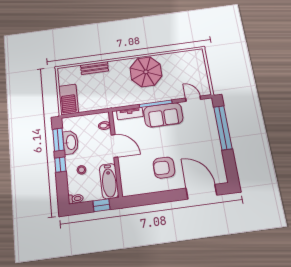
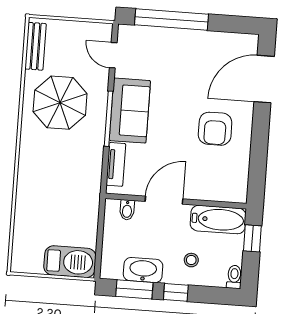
bench: (94, 68) -> (36, 46), moved
parasol: (146, 72) -> (60, 103), moved
door: (193, 99) -> (113, 55), hinge flipped

